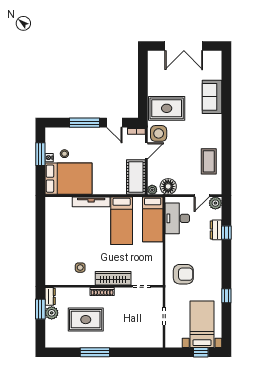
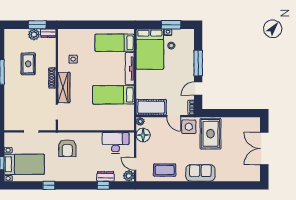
sofa: (212, 97) -> (200, 173), moved
bed: (153, 219) -> (115, 43), moved
rug: (86, 320) -> (28, 64), width x0.73, depth x0.70

